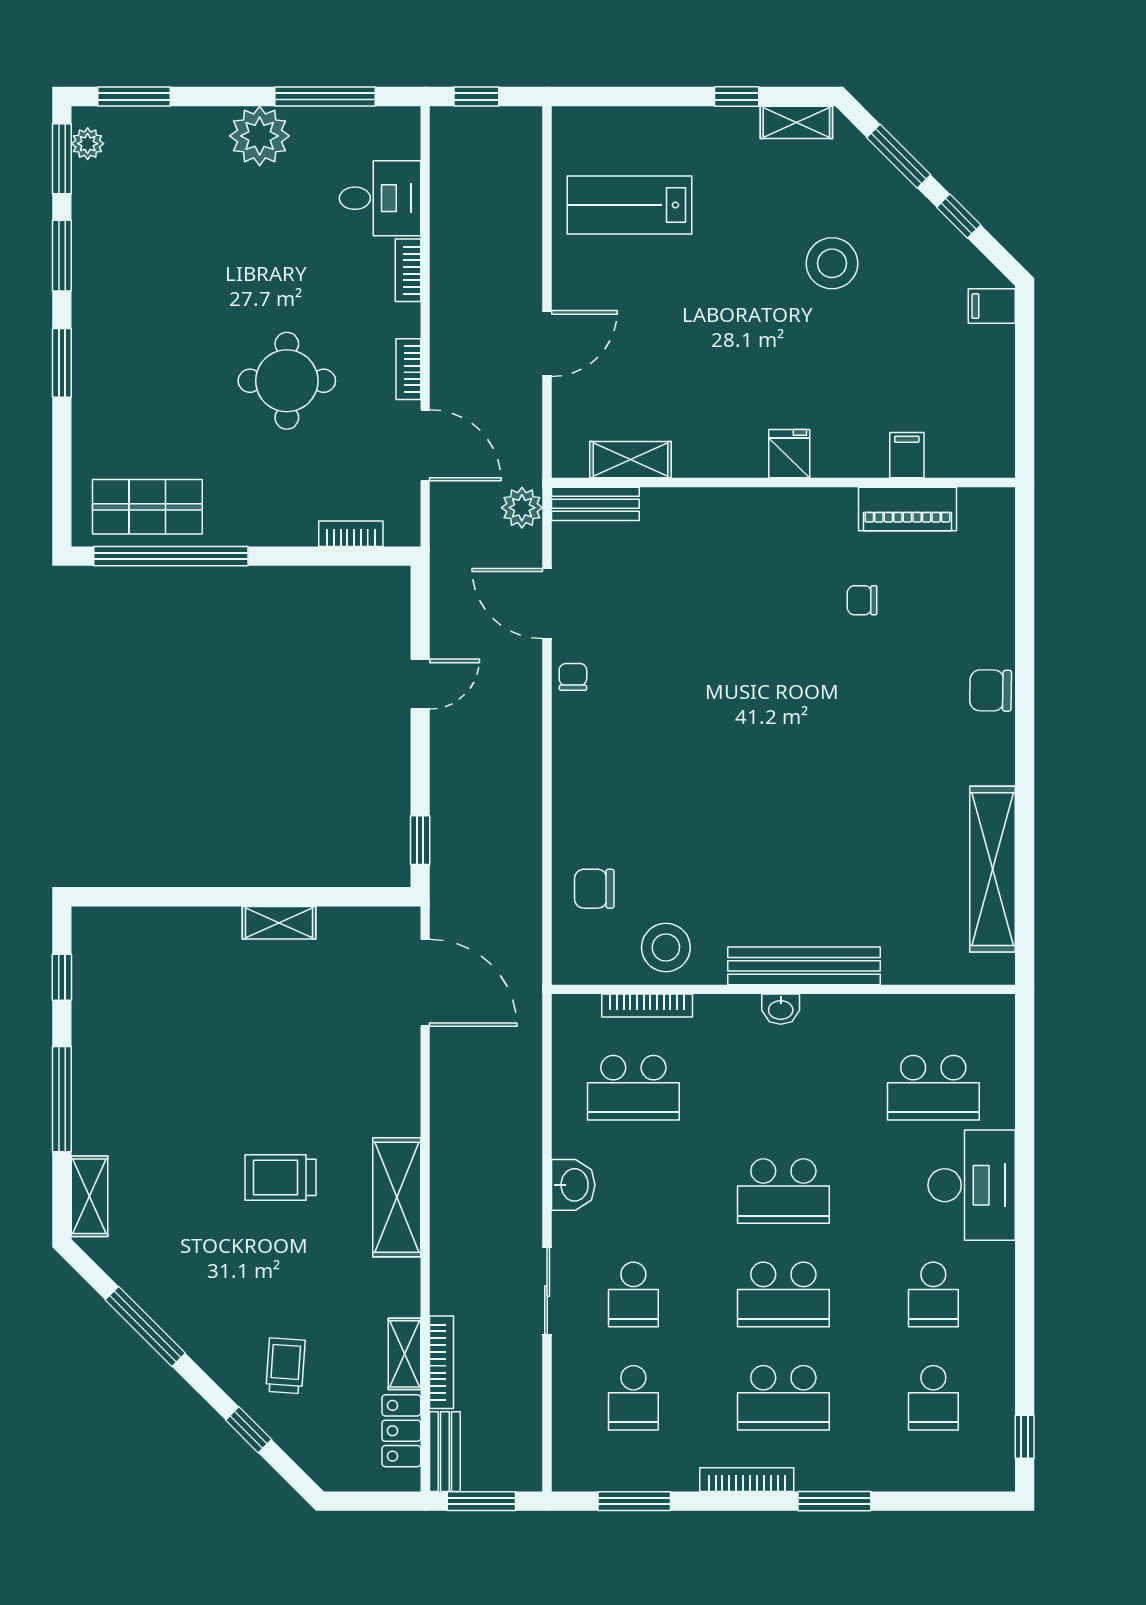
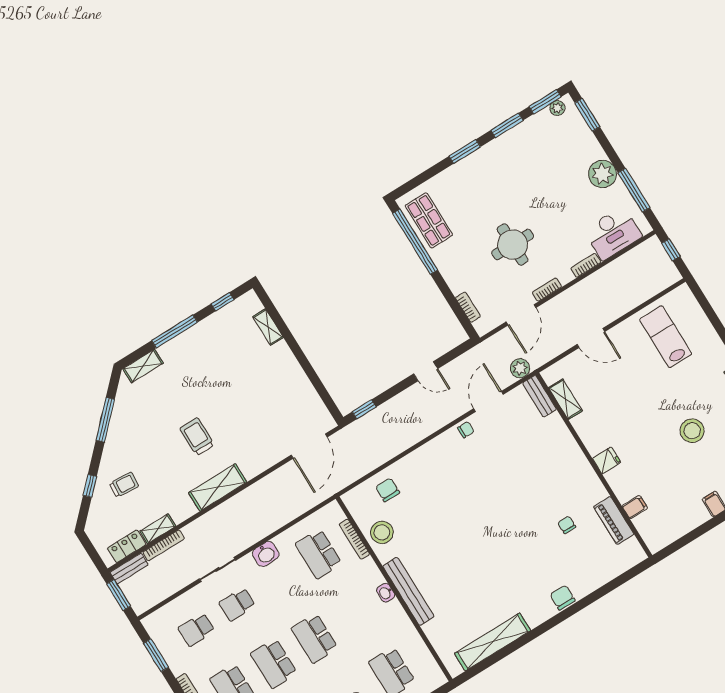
desk: (380, 198) -> (613, 233), width x1.37
shelving: (279, 923) -> (268, 327), moved

